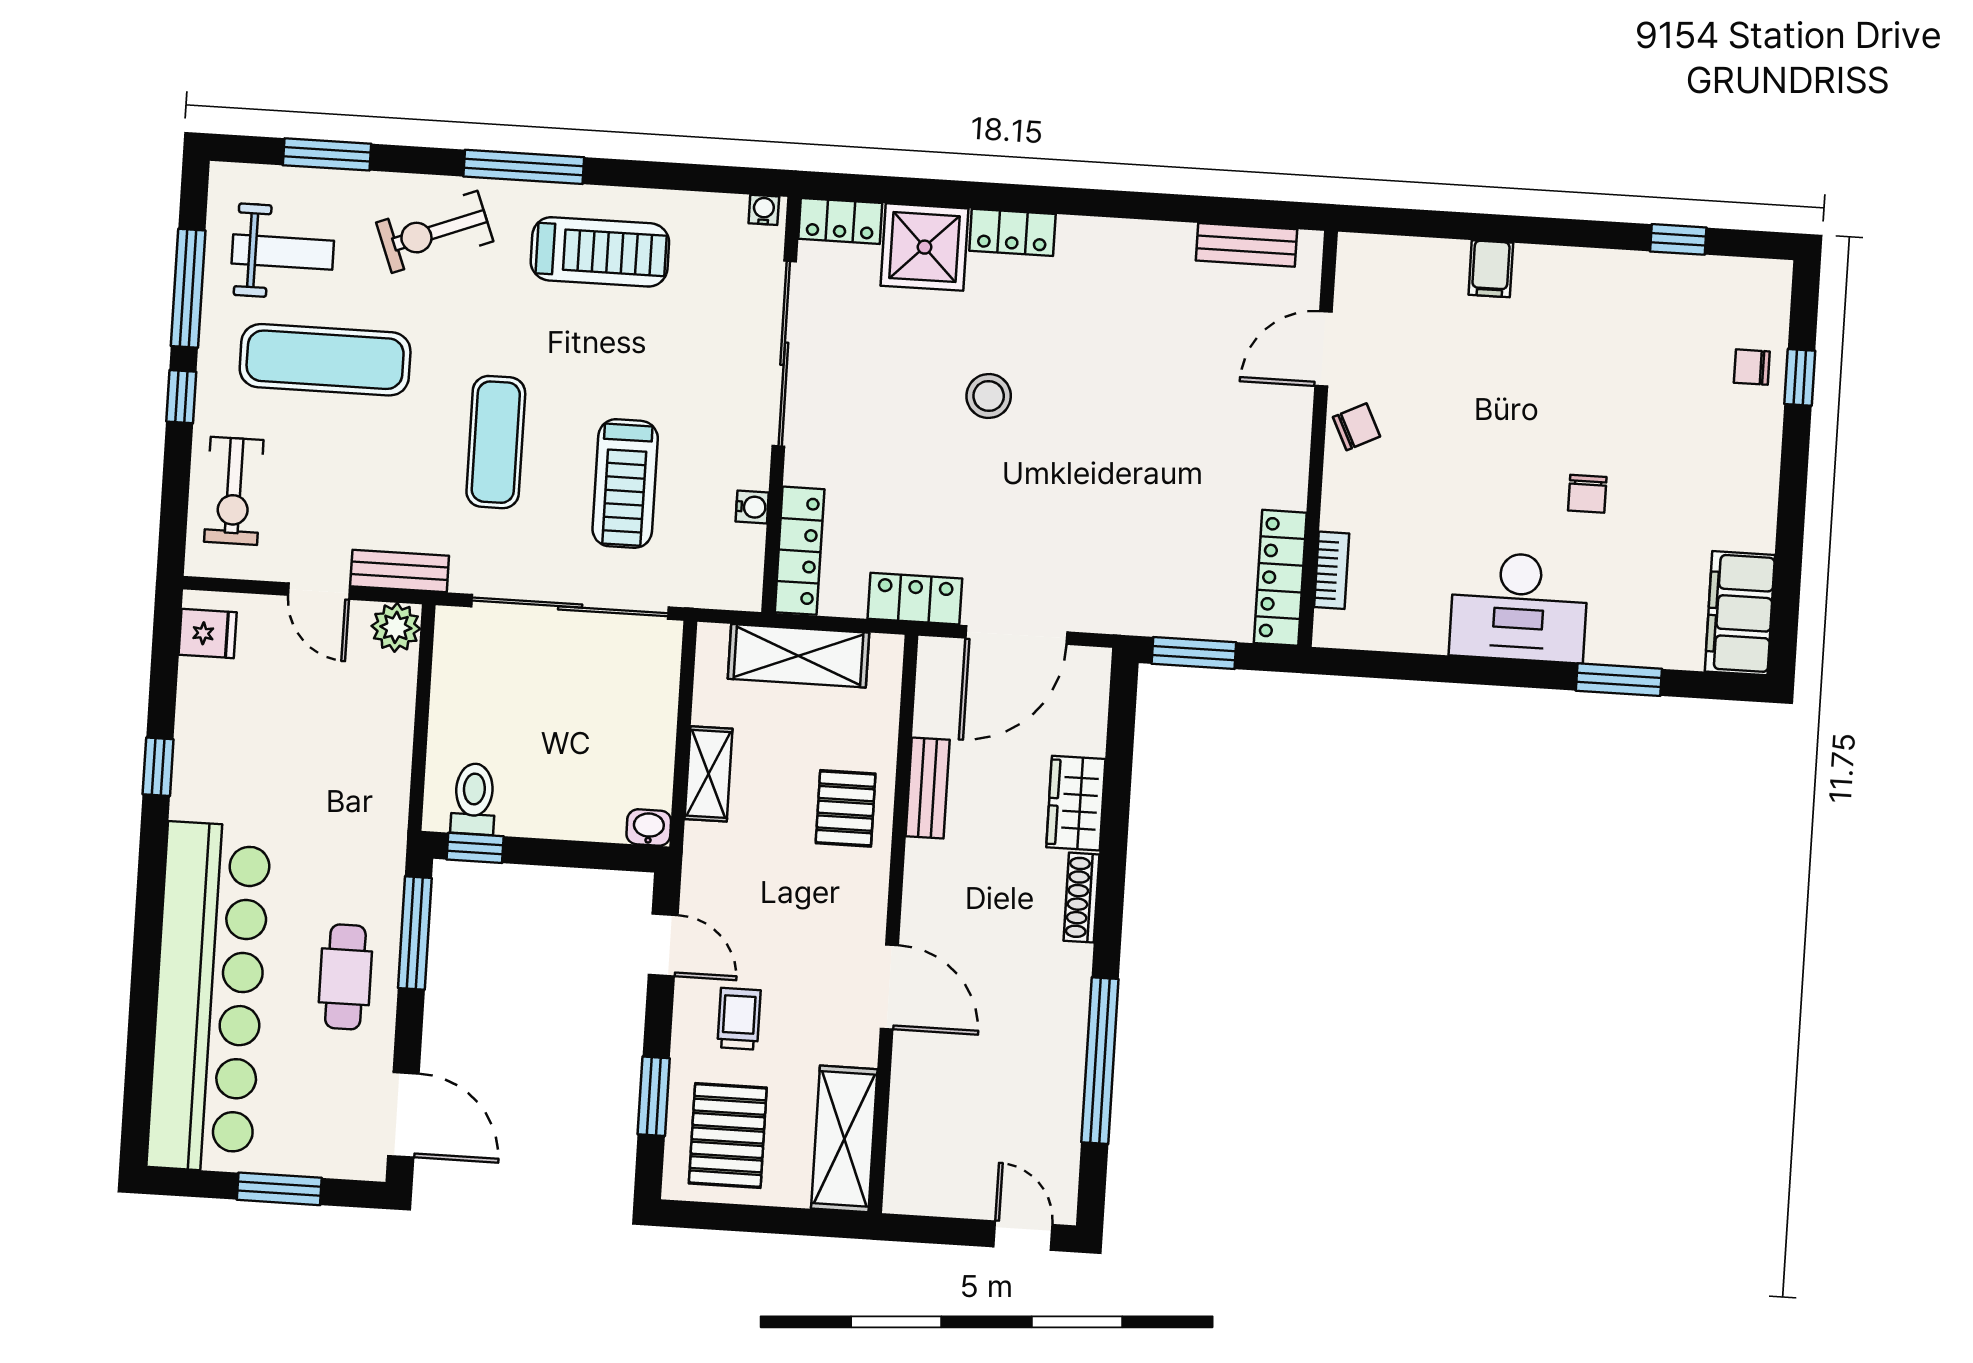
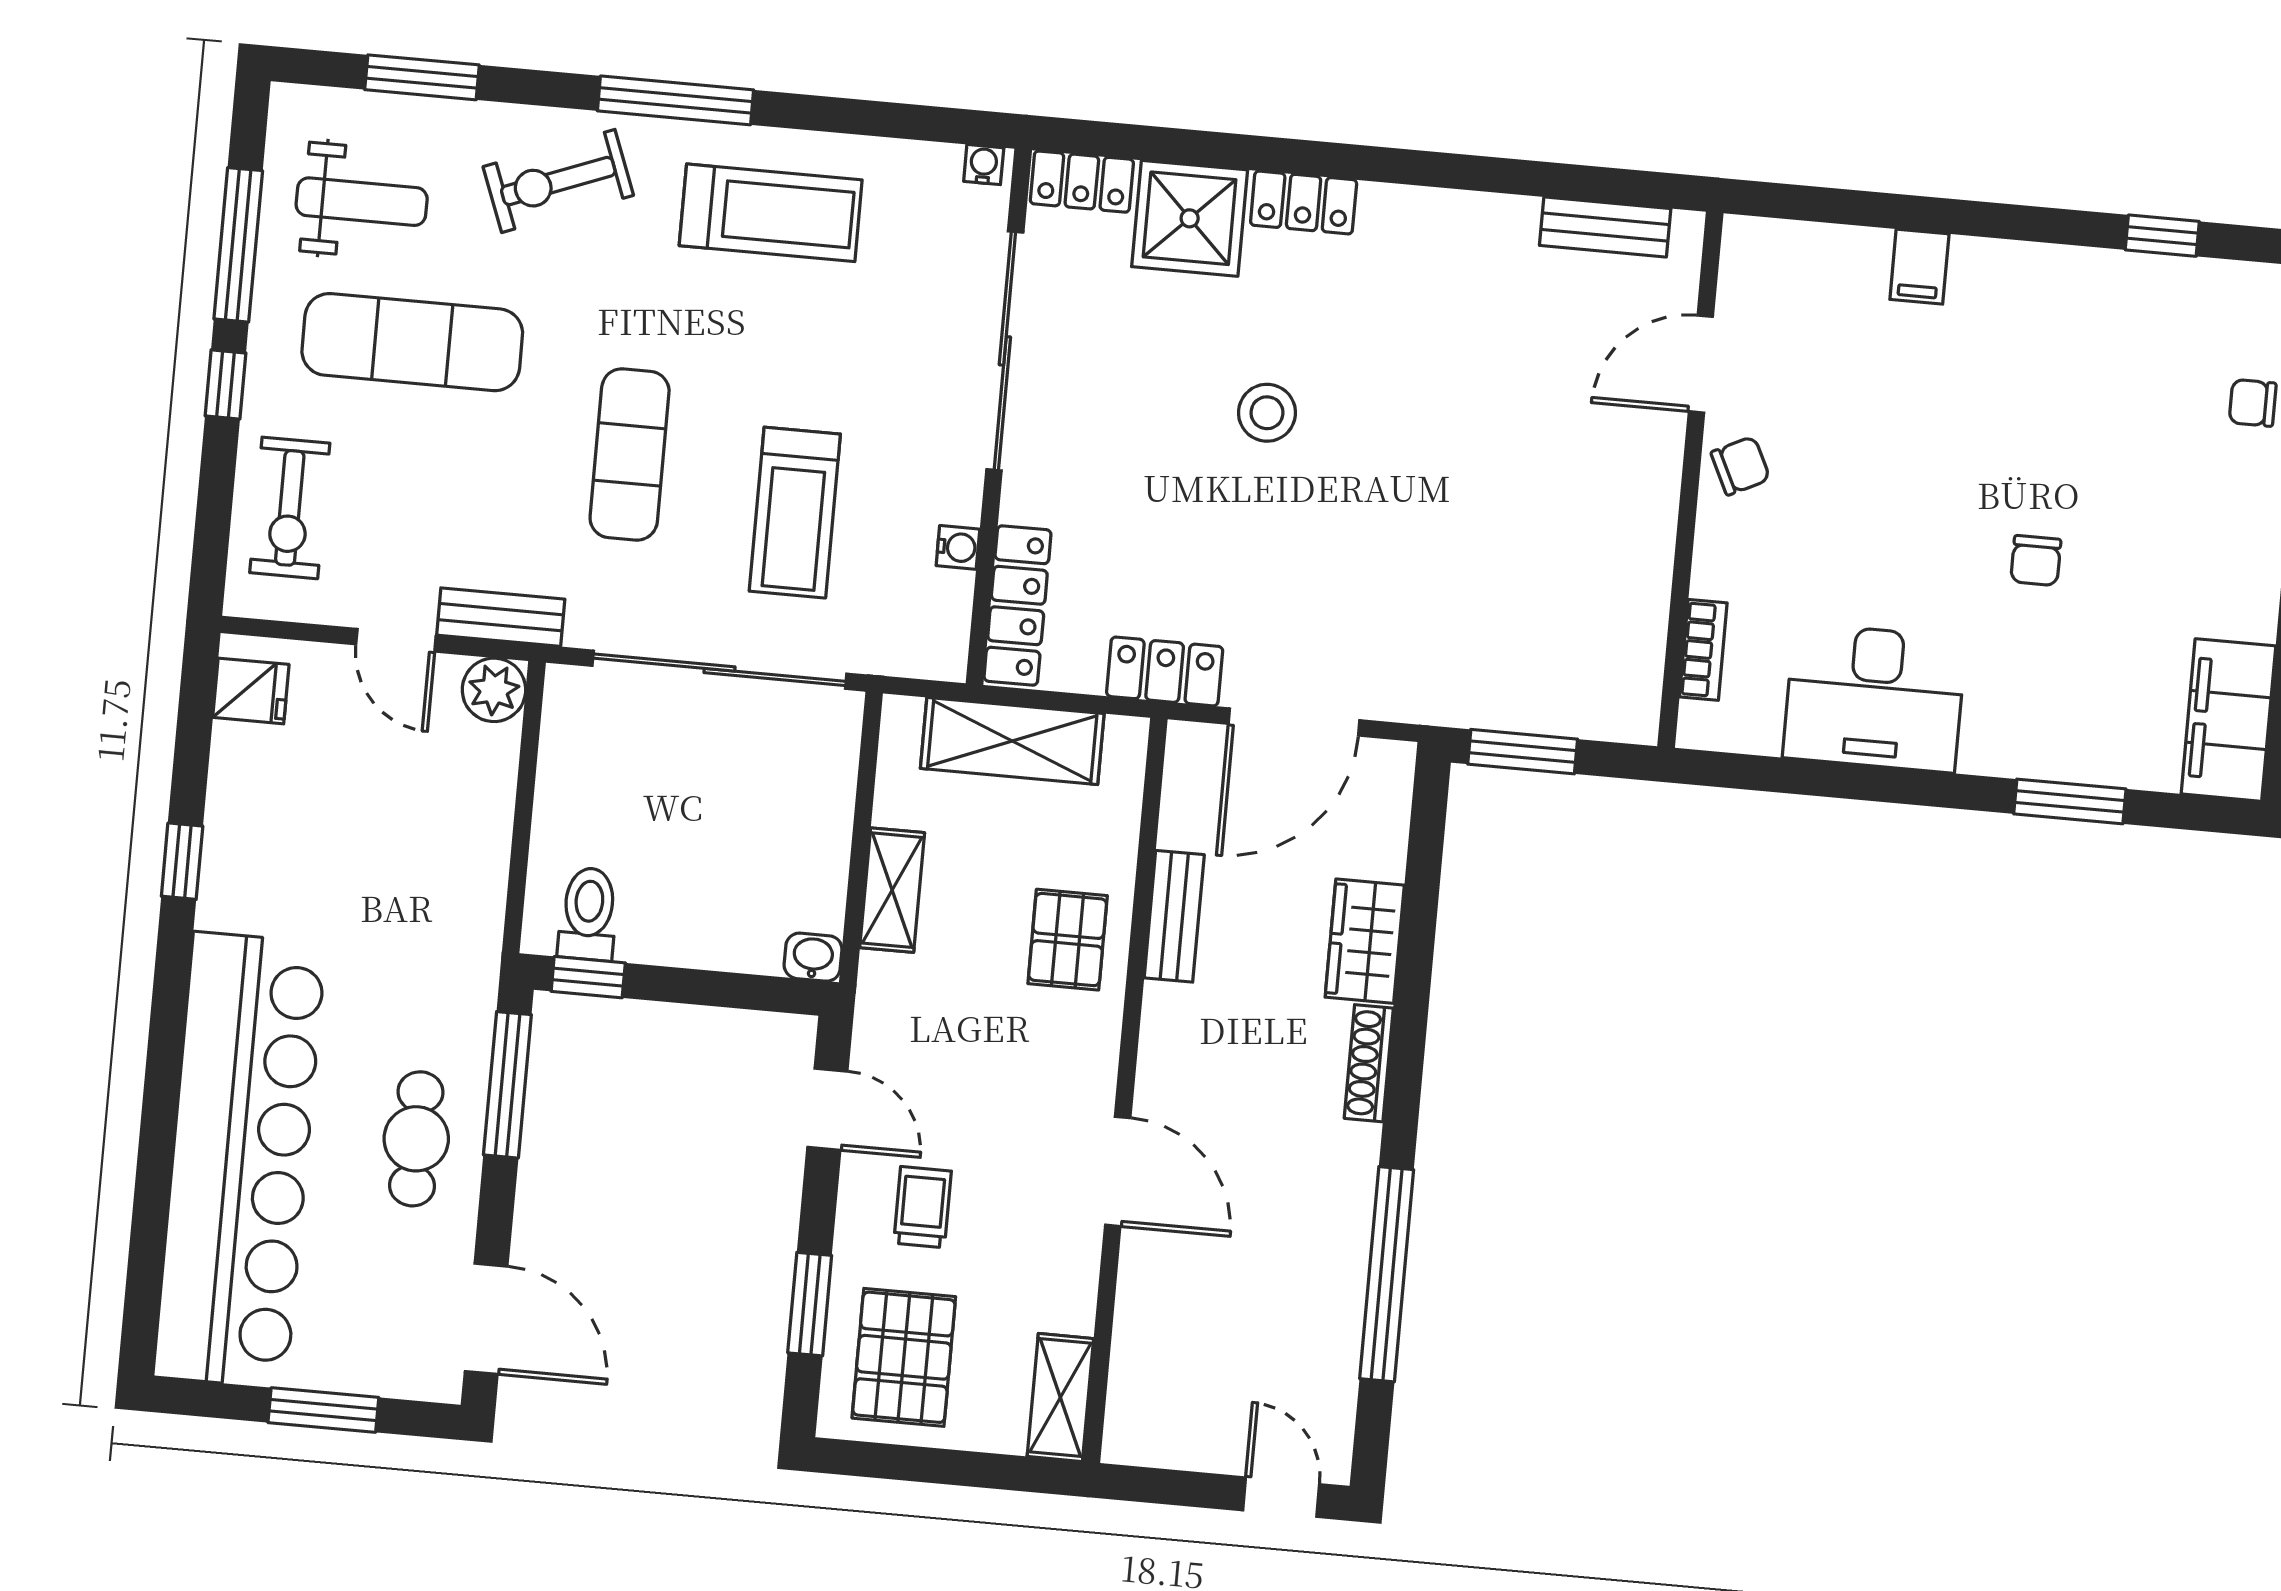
locker: (1280, 578) -> (1637, 658), removed
desk: (1519, 607) -> (1874, 698), moved
shelving: (844, 1139) -> (1060, 1398), width x0.67, depth x0.75

